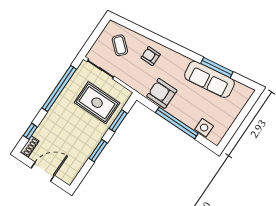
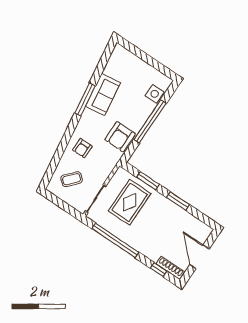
window: (217, 68) -> (85, 99), moved
sofa: (209, 79) -> (103, 94), width x0.73
shoe rack: (30, 146) -> (170, 268), width x1.43

